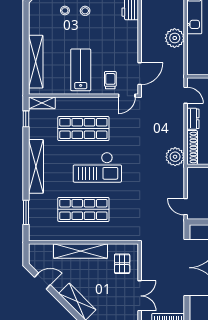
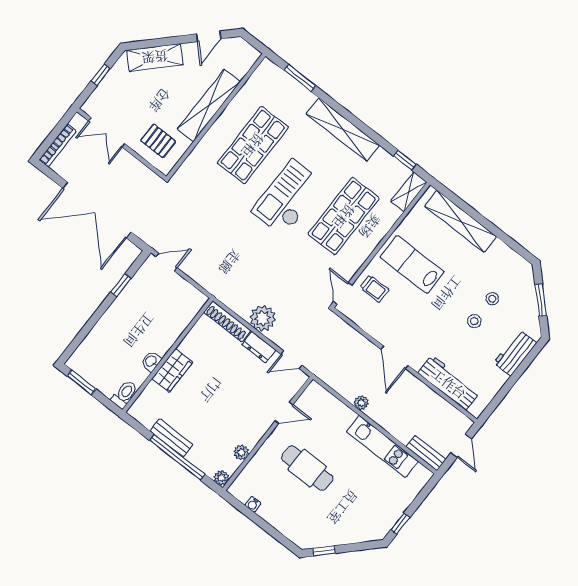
plant: (175, 38) -> (361, 403), width x0.53, depth x0.53
lab bench: (81, 70) -> (412, 264), turned 180
door: (140, 74) -> (395, 357), moved
plant: (175, 157) -> (263, 318), moved

